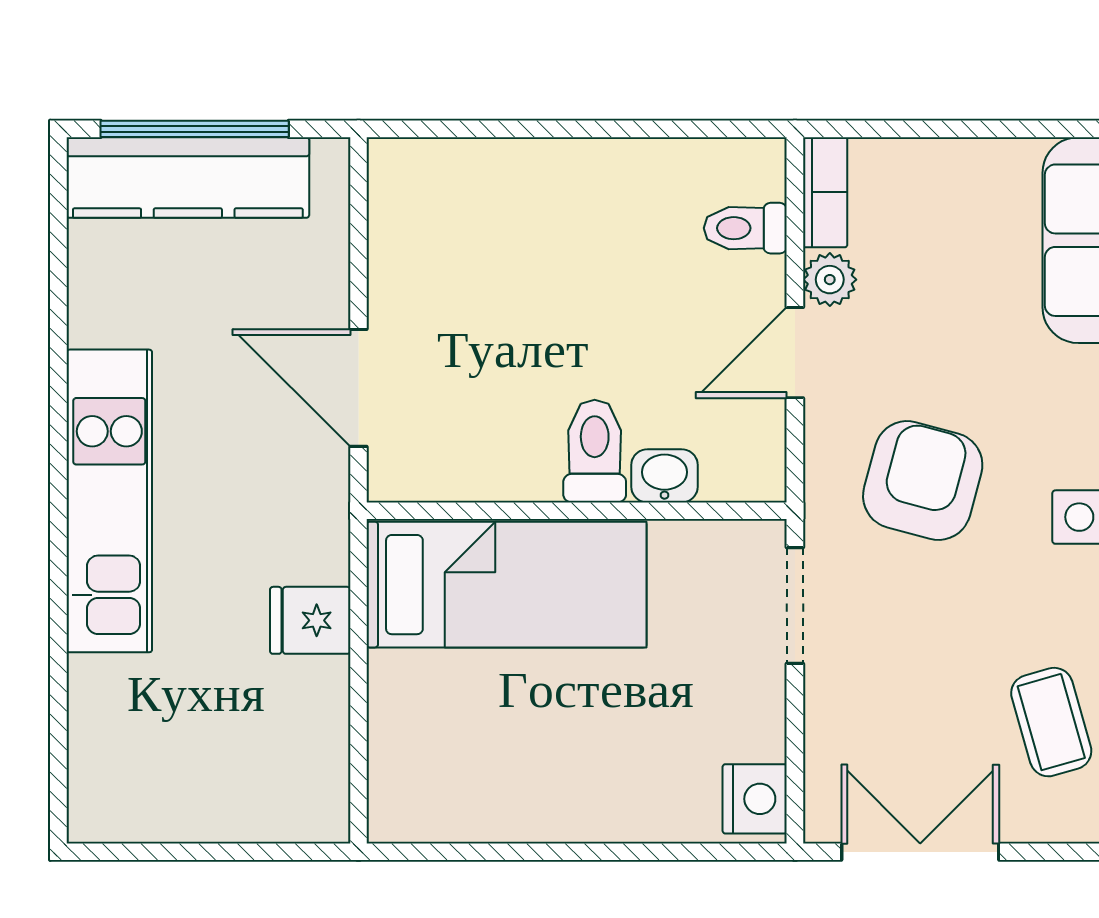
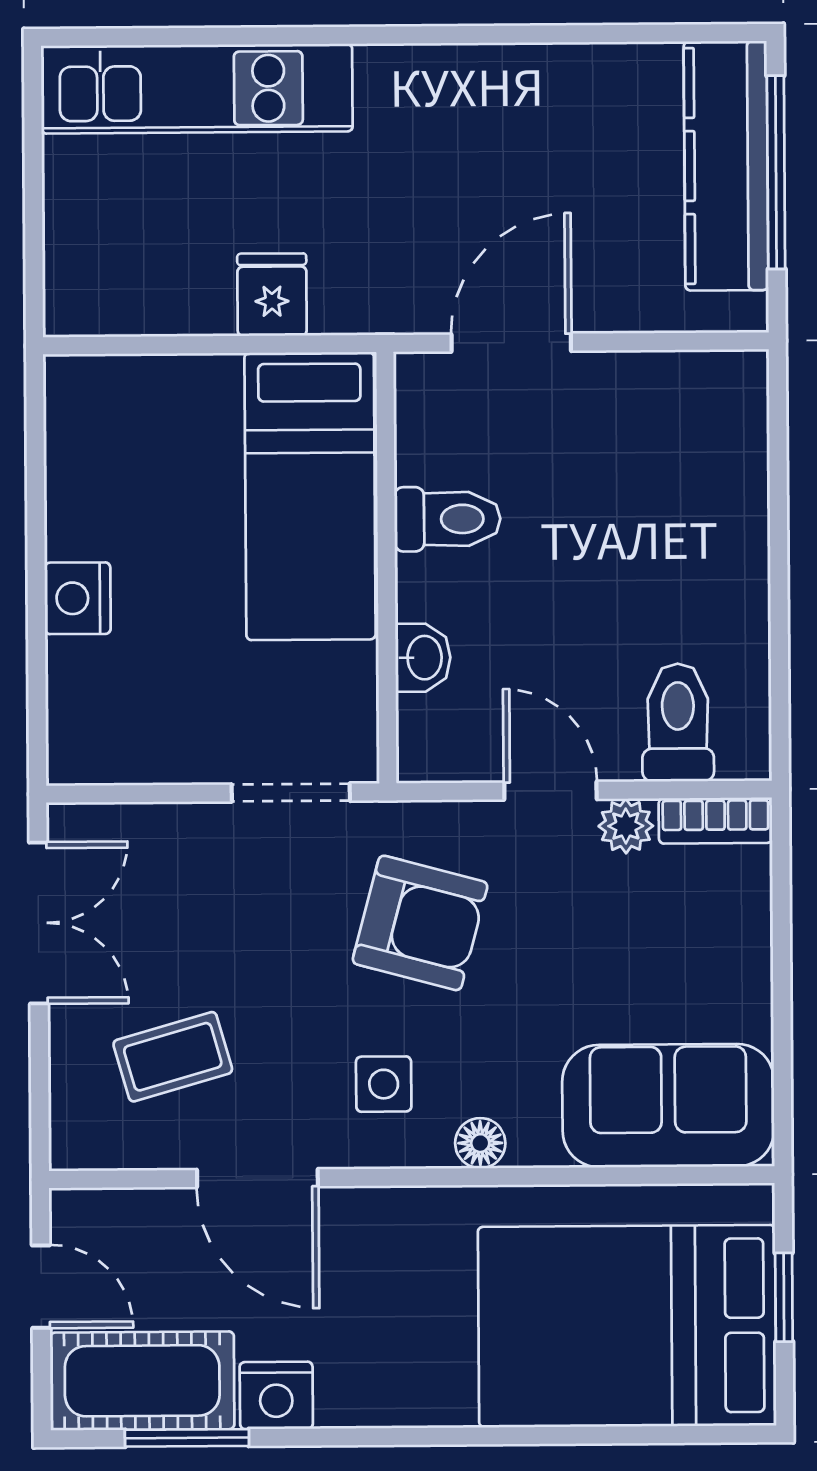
toilet: (745, 228) -> (678, 722), width x1.37, depth x1.39
toilet: (595, 451) -> (447, 519), moved
kitchen unit: (109, 501) -> (197, 89), moved
nightstand: (755, 799) -> (78, 598), moved, turned 90

